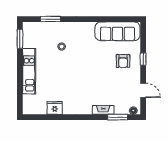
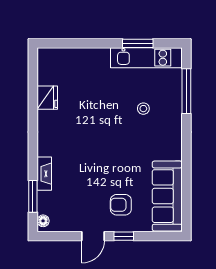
window: (50, 19) -> (186, 91), width x1.44
window: (20, 39) -> (138, 43), moved
kitchen unit: (29, 71) -> (146, 58), moved
door: (143, 90) -> (93, 236), moved

